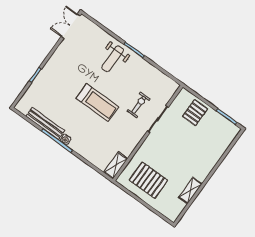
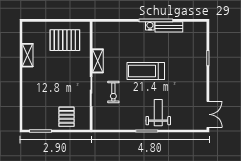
bench: (45, 124) -> (169, 27), width x0.73
shelving: (116, 166) -> (98, 61), moved

